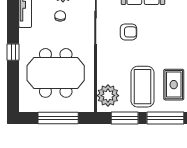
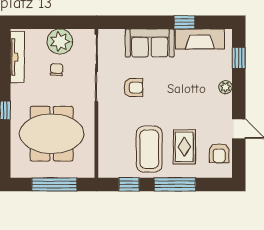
plant: (108, 96) -> (110, 159), removed
window: (125, 118) -> (129, 184), width x0.67

